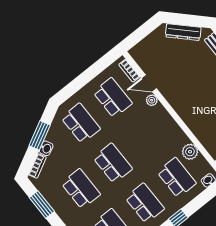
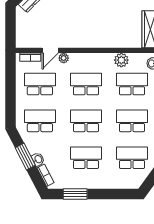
school desk: (145, 138) -> (86, 84), added

